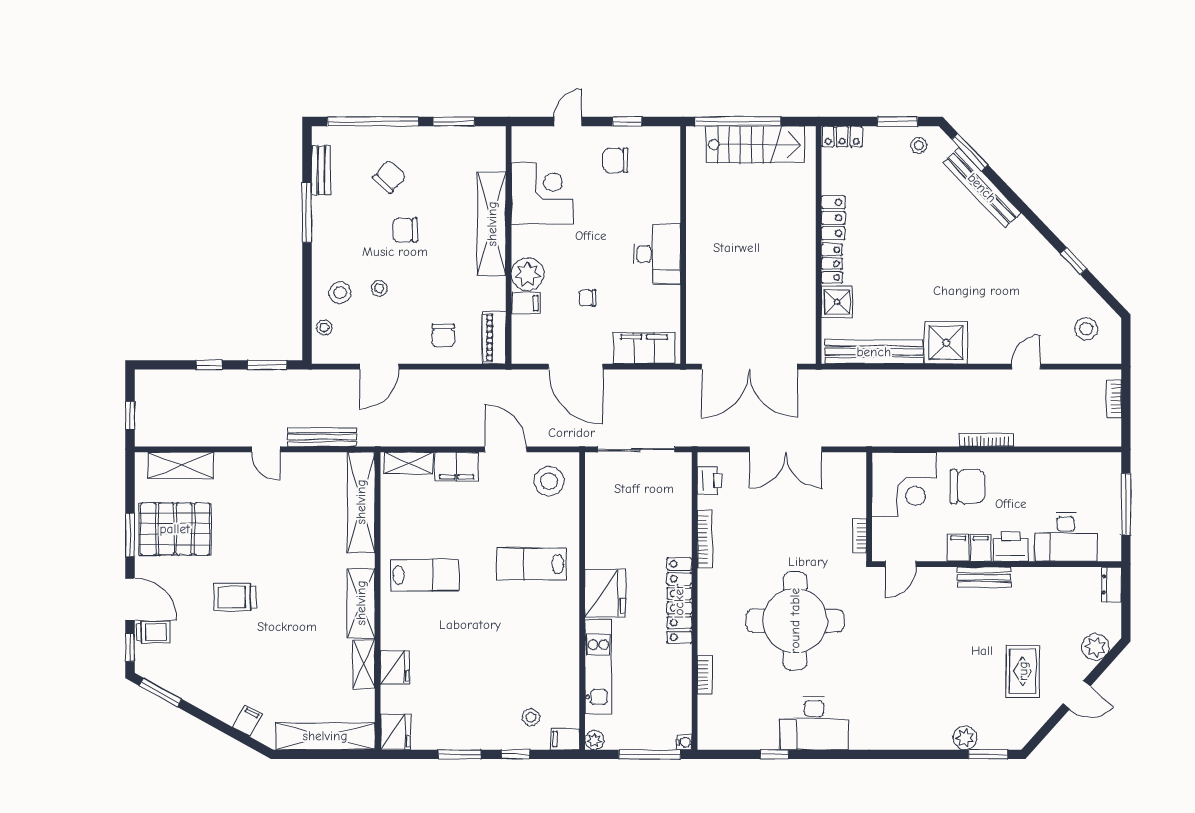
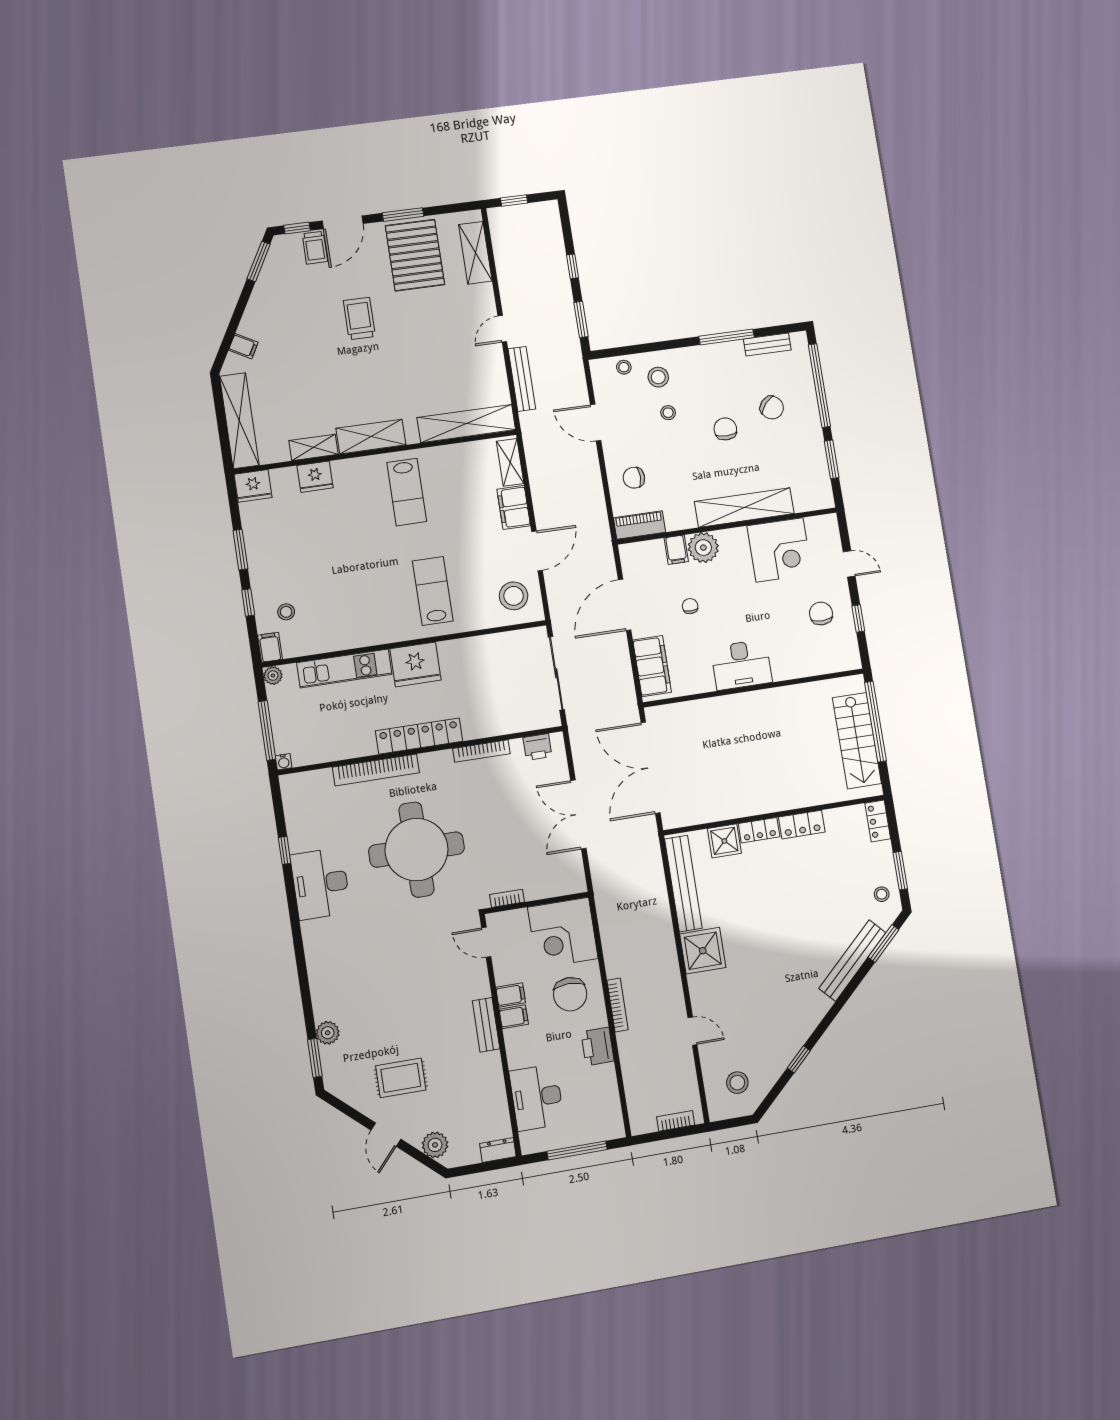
printer: (1011, 547) -> (598, 1046), moved, turned 180
bookcase: (705, 675) -> (376, 770), width x2.31, depth x1.31

